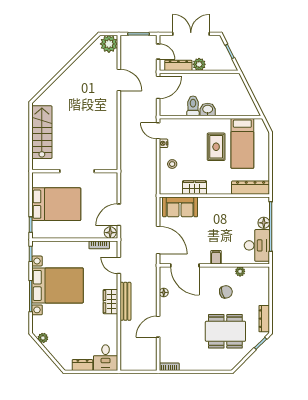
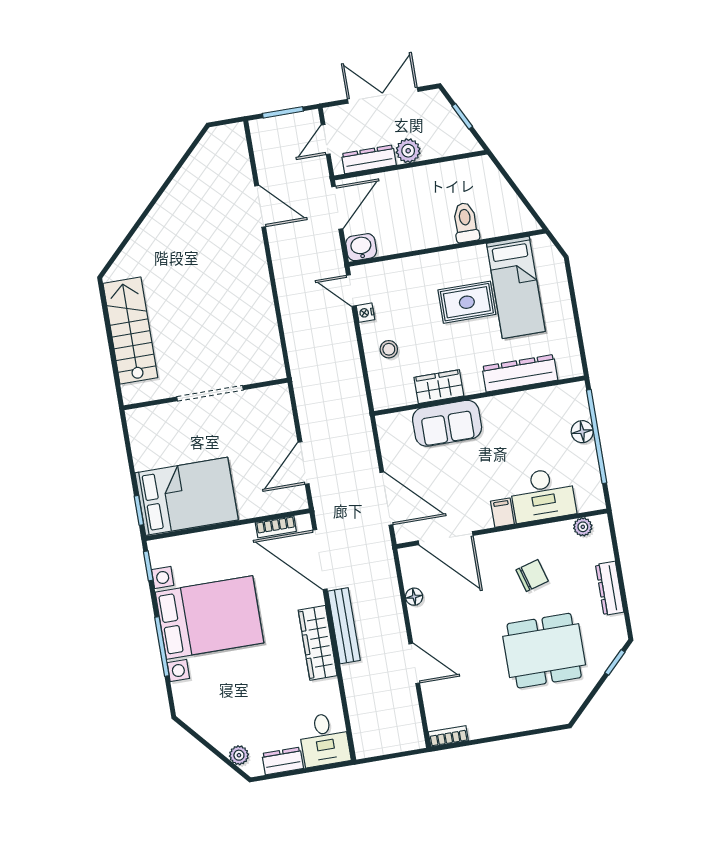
plant: (109, 44) -> (230, 141), removed
door: (158, 51) -> (326, 139), swing flipped
toilet: (193, 106) -> (466, 222), moved
washbasin: (208, 110) -> (361, 247), moved
rug: (216, 147) -> (467, 302), turned 90
dresser: (251, 188) -> (520, 373), moved
bed: (56, 204) -> (187, 496), moved
sofa: (180, 207) -> (447, 423), moved
floor lamp: (110, 233) -> (293, 500), removed
desk: (257, 245) -> (543, 495), moved, turned 90
door: (119, 265) -> (320, 560), width x1.88
plant: (240, 271) -> (583, 527), moved
wardrobe: (110, 302) -> (318, 643), width x1.50
dresser: (264, 319) -> (610, 588), moved
door: (158, 327) -> (414, 663), swing flipped
plant: (43, 338) -> (239, 755), moved

